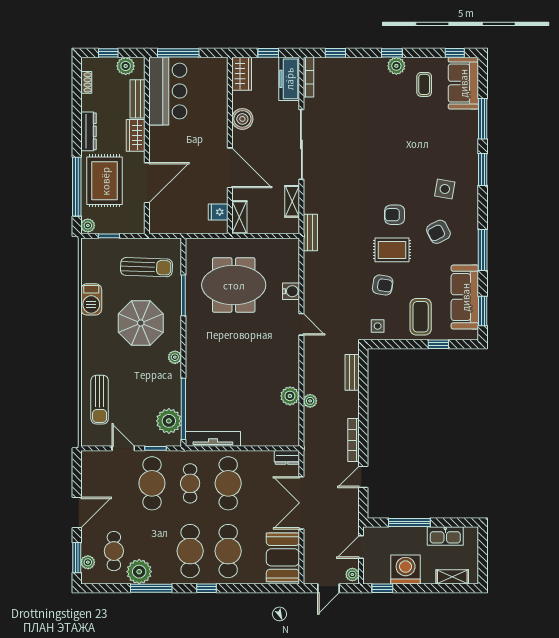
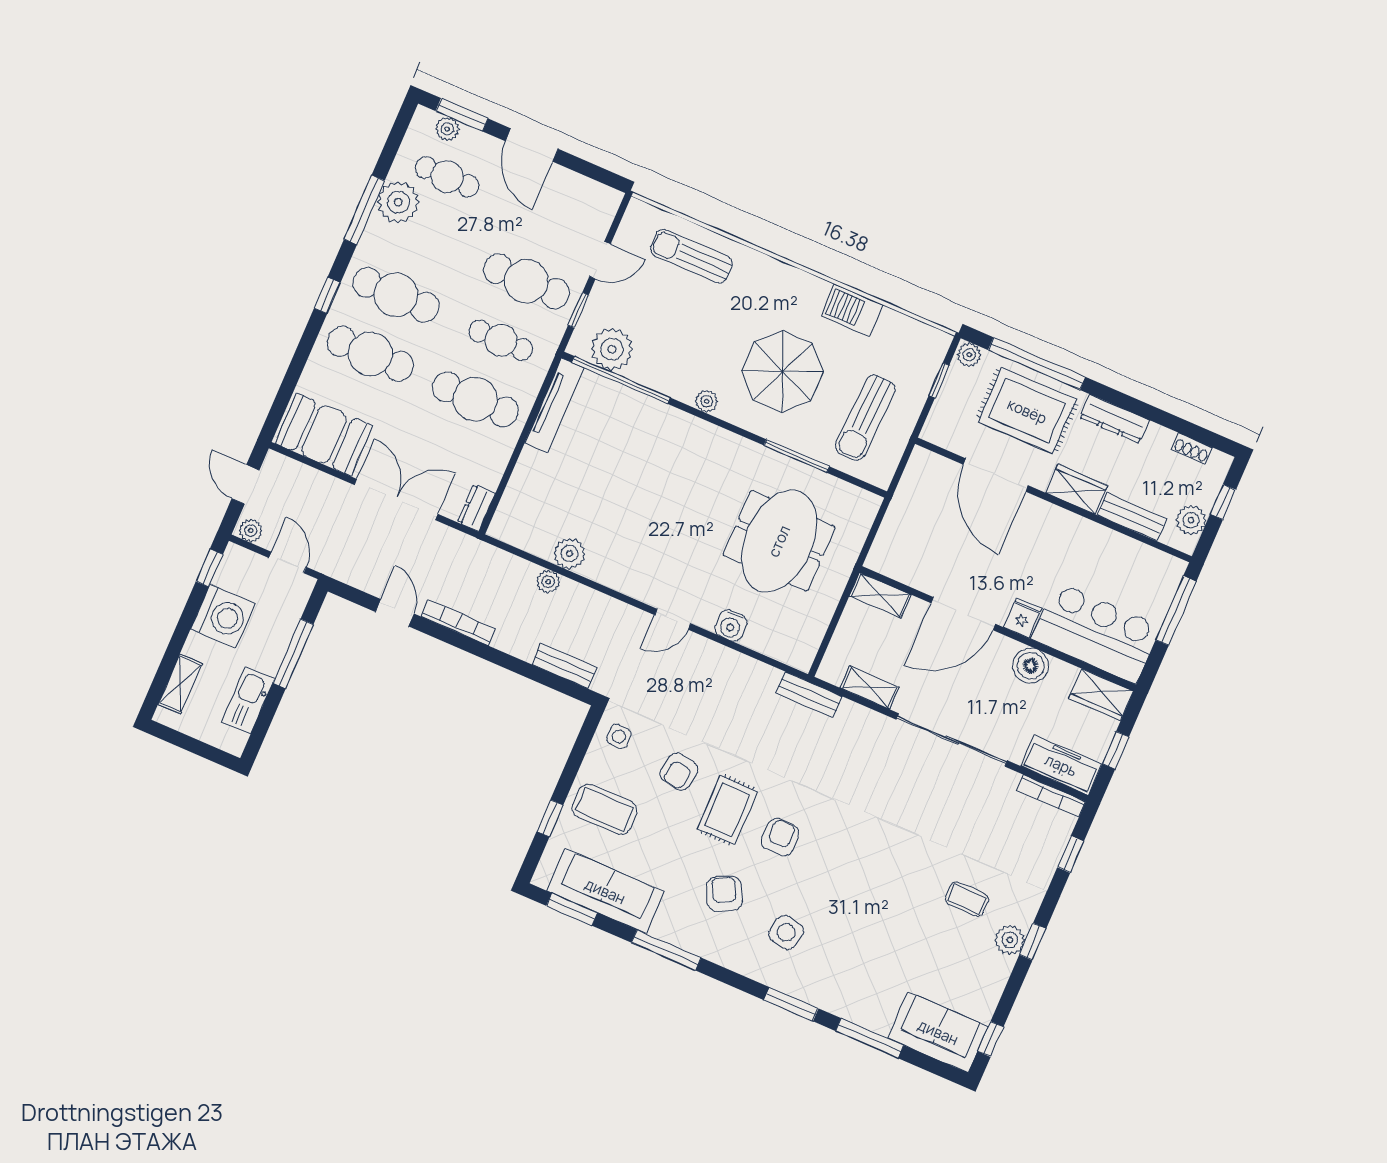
coffee table: (424, 84) -> (967, 899), moved
bar counter: (168, 91) -> (1096, 633), moved, turned 180
fridge: (218, 212) -> (1023, 618), moved

